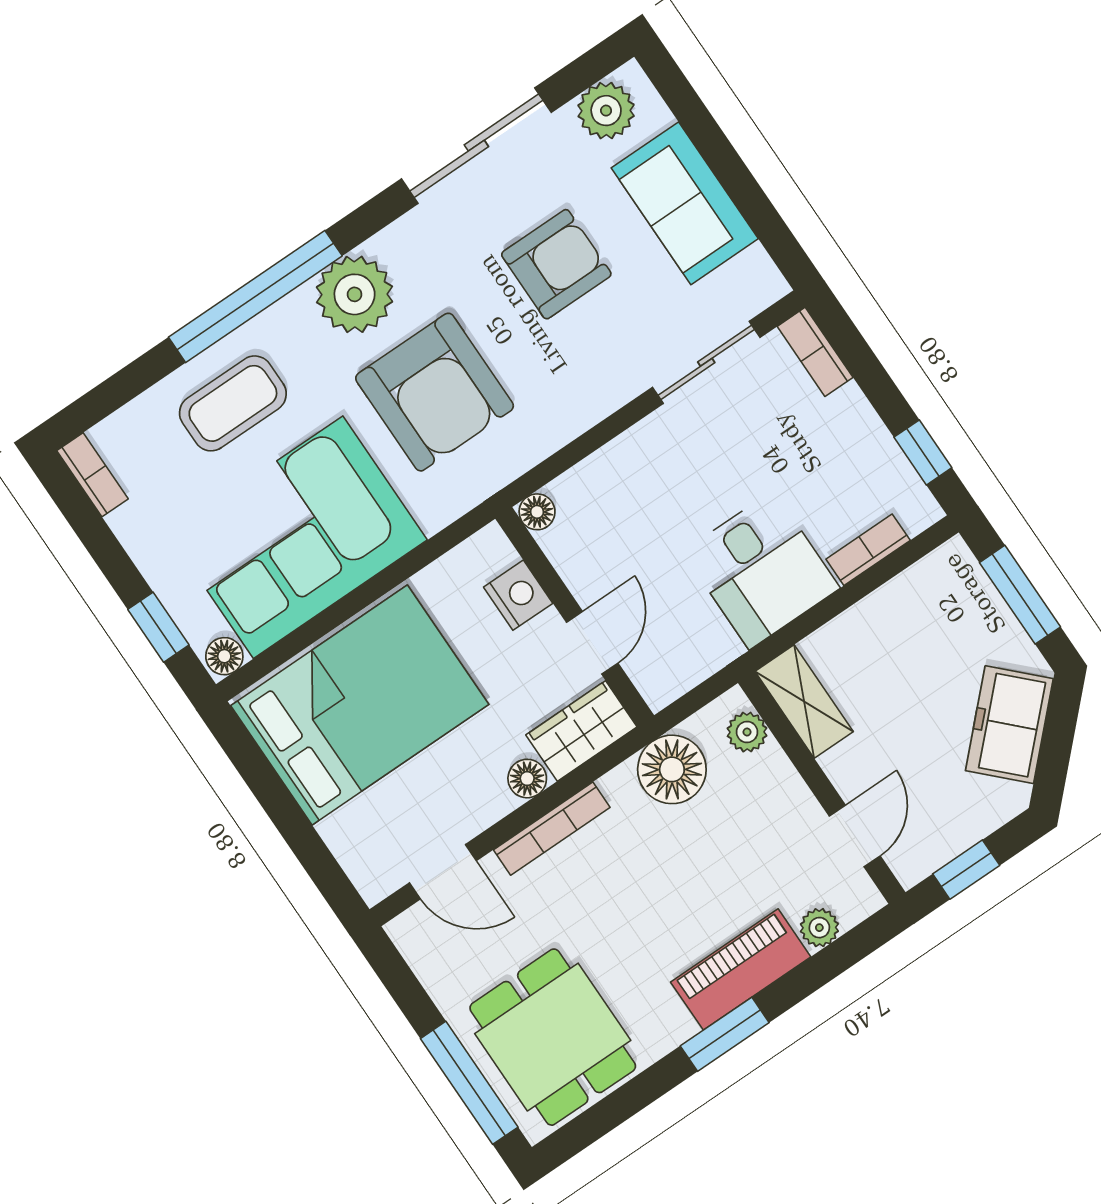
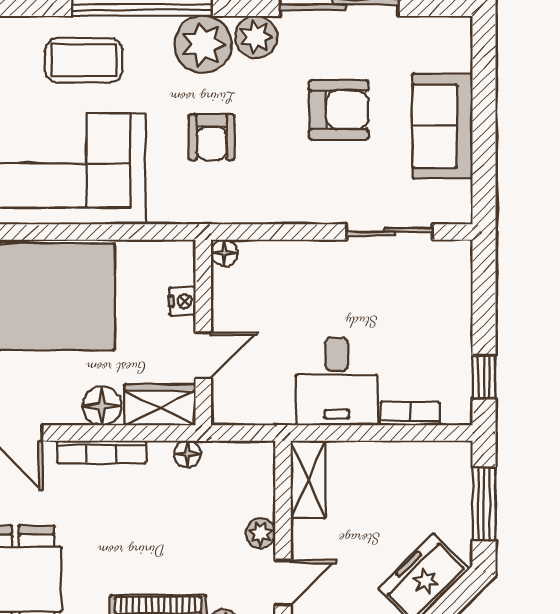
plant: (606, 111) -> (256, 37), moved
bookcase: (815, 352) -> (460, 271), removed
armchair: (435, 392) -> (211, 137), width x0.53, depth x0.53
nightstand: (518, 595) -> (183, 301), width x0.72, depth x0.74
plant: (747, 732) -> (261, 533), moved
floor lamp: (672, 769) -> (187, 454), width x0.53, depth x0.53
floor lamp: (527, 779) -> (102, 406), width x1.37, depth x1.37

